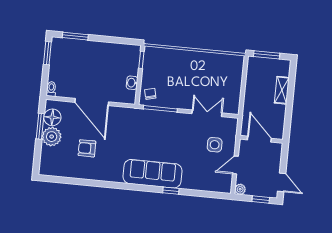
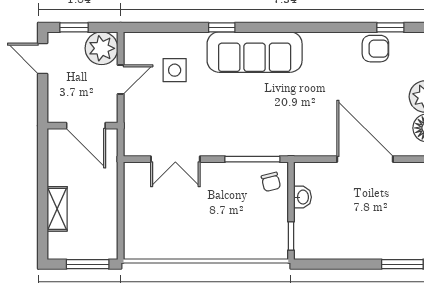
side table: (215, 145) -> (175, 70), moved
armchair: (87, 148) -> (375, 49), moved
window: (69, 181) -> (390, 27), added
plant: (240, 189) -> (102, 48), width x1.88, depth x1.88

